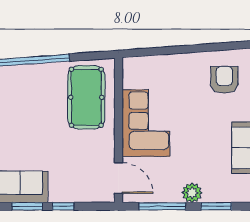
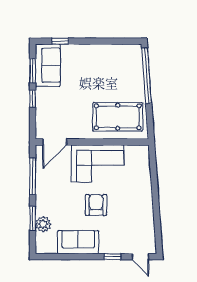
armchair: (224, 80) -> (96, 205), moved, turned -90
plant: (192, 193) -> (43, 224), moved

